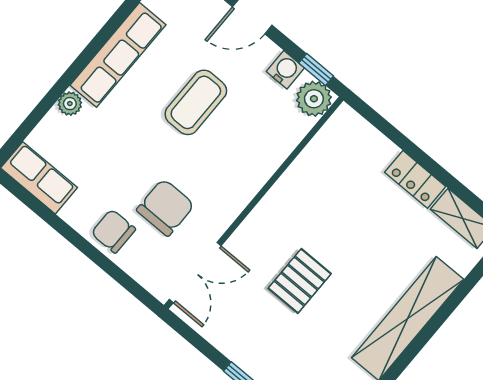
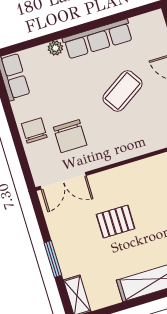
coffee table: (196, 102) -> (122, 91), turned -33
chair: (165, 207) -> (70, 136), turned 90

